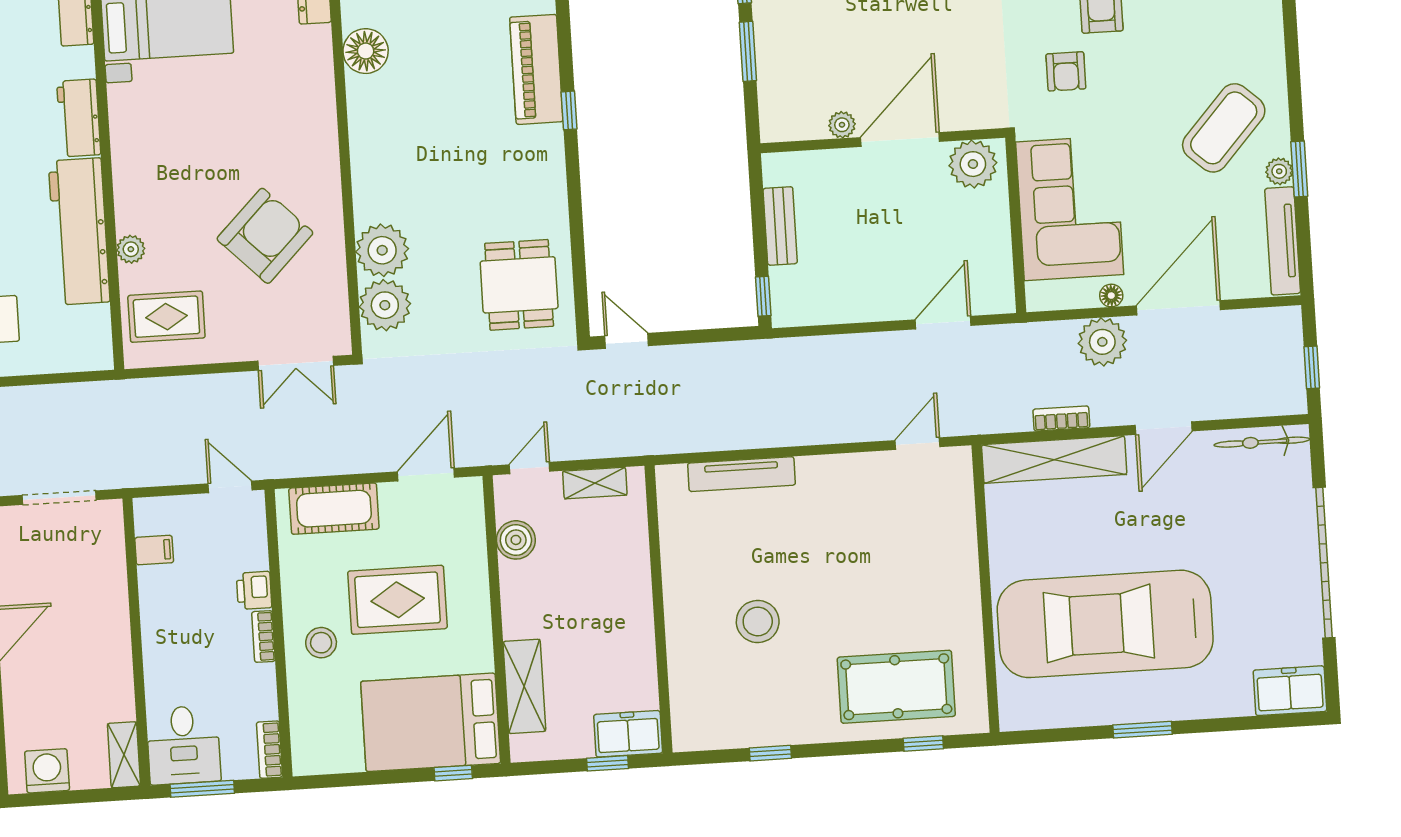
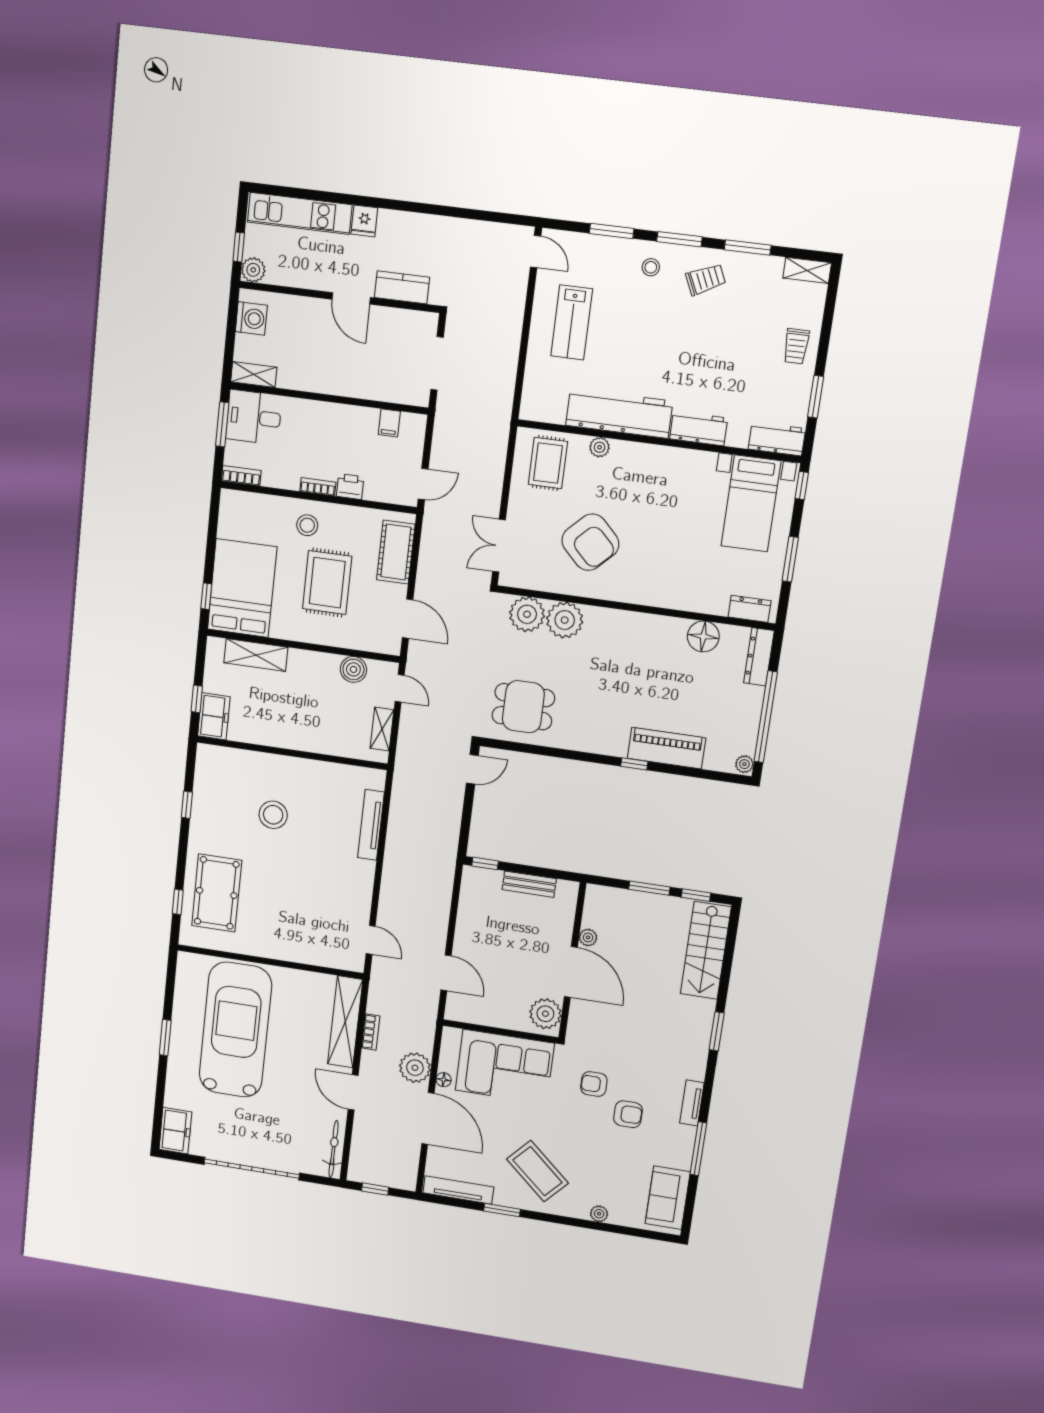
plant: (1279, 171) -> (599, 1214), moved

